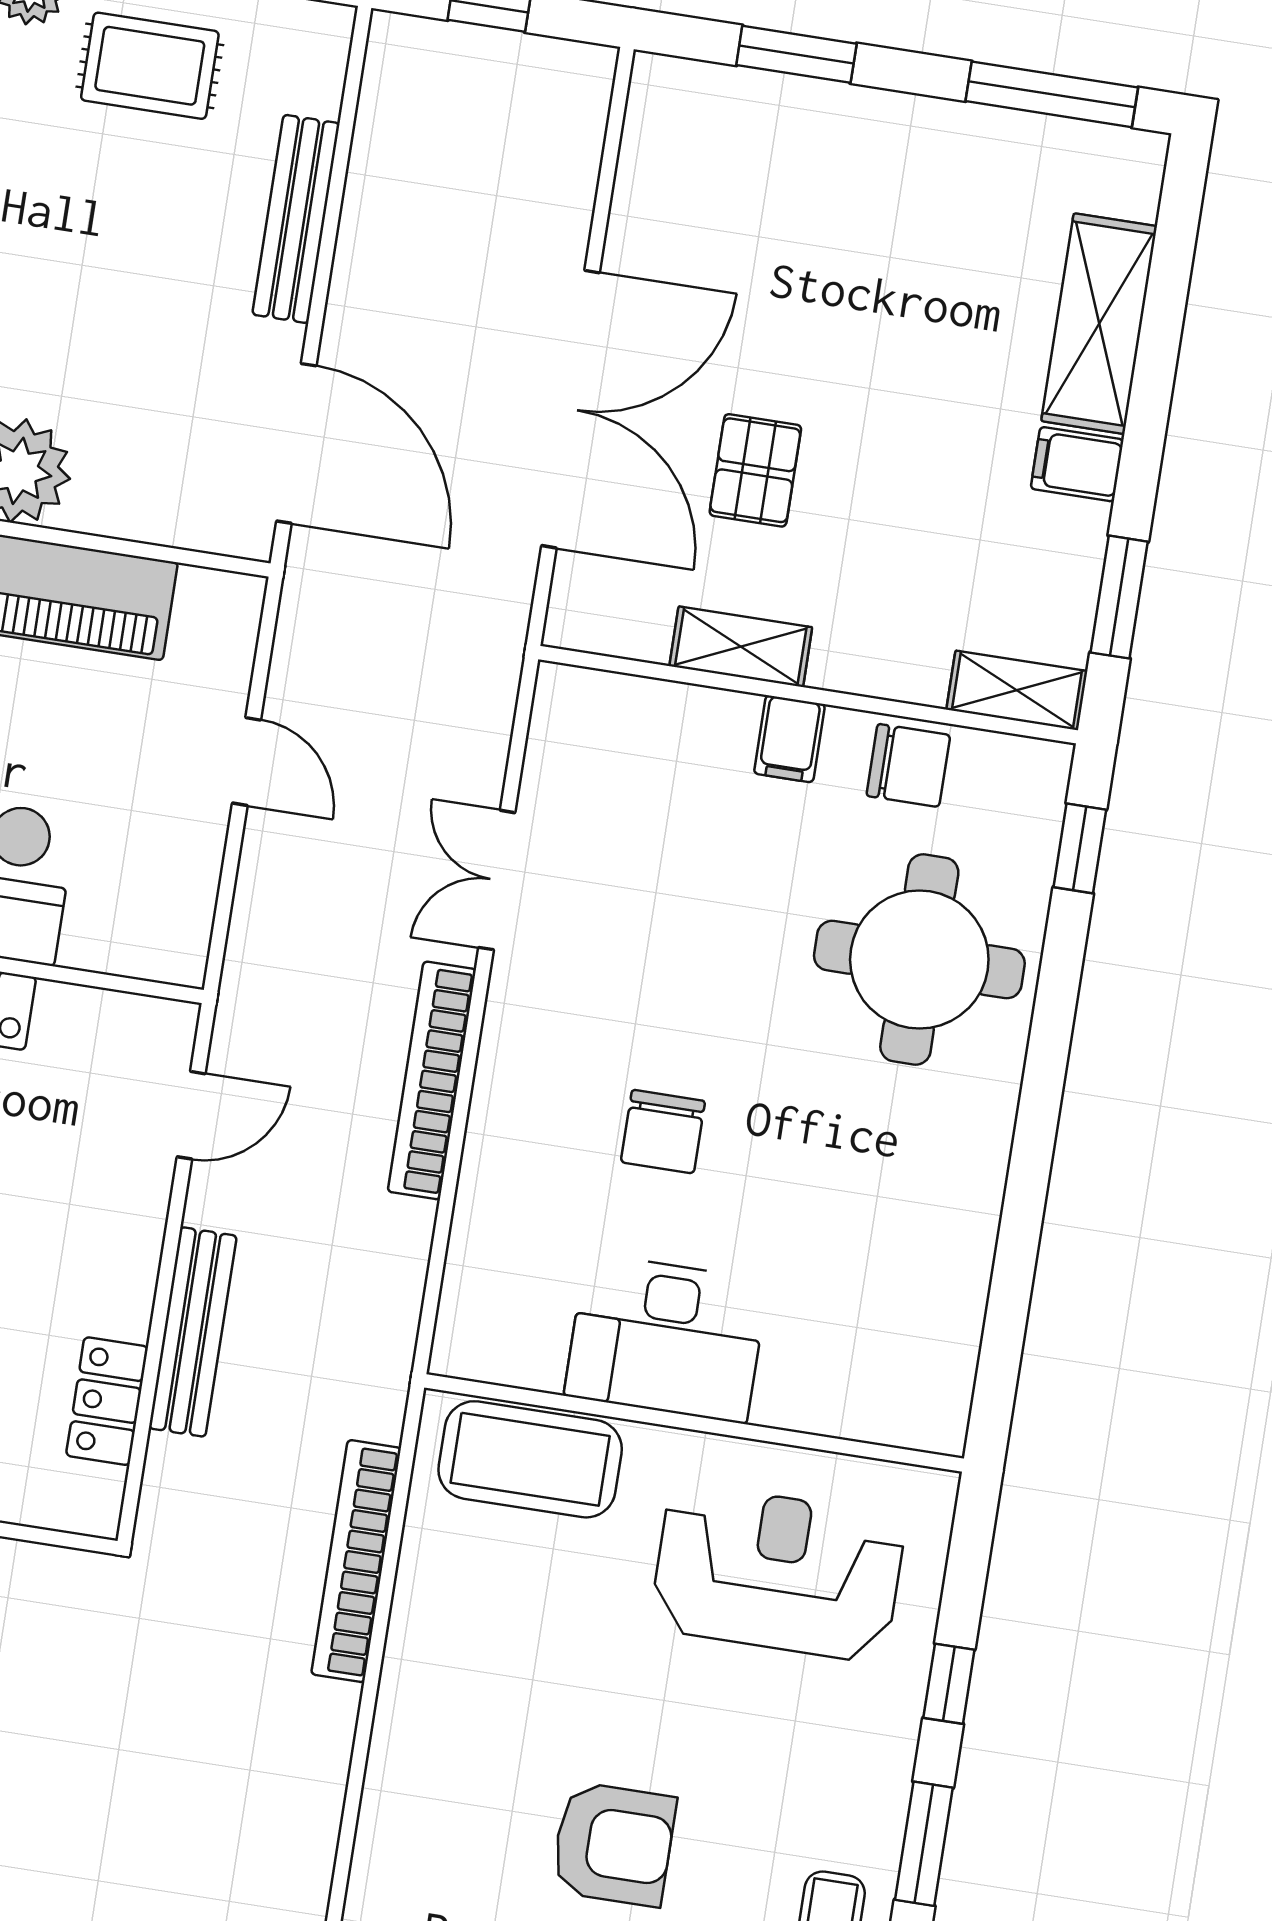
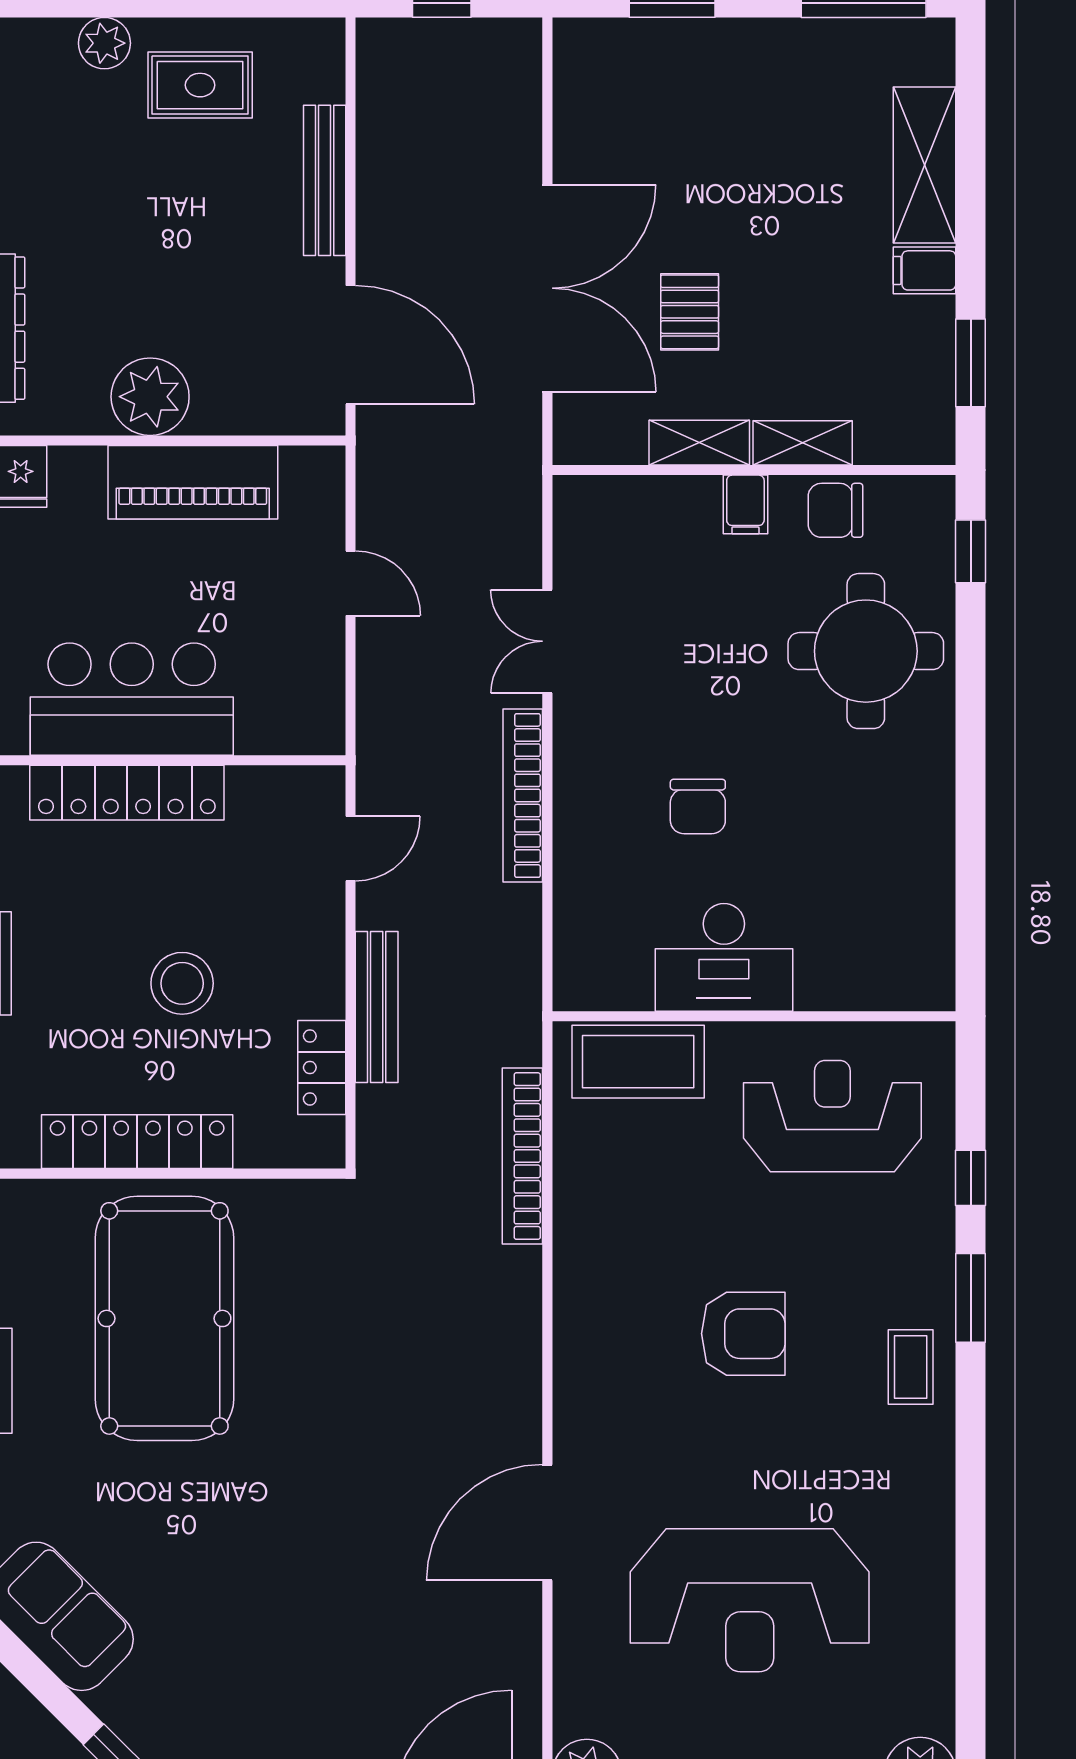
shelving: (1017, 690) -> (803, 443), moved
chair: (908, 765) -> (835, 510), turned 180

